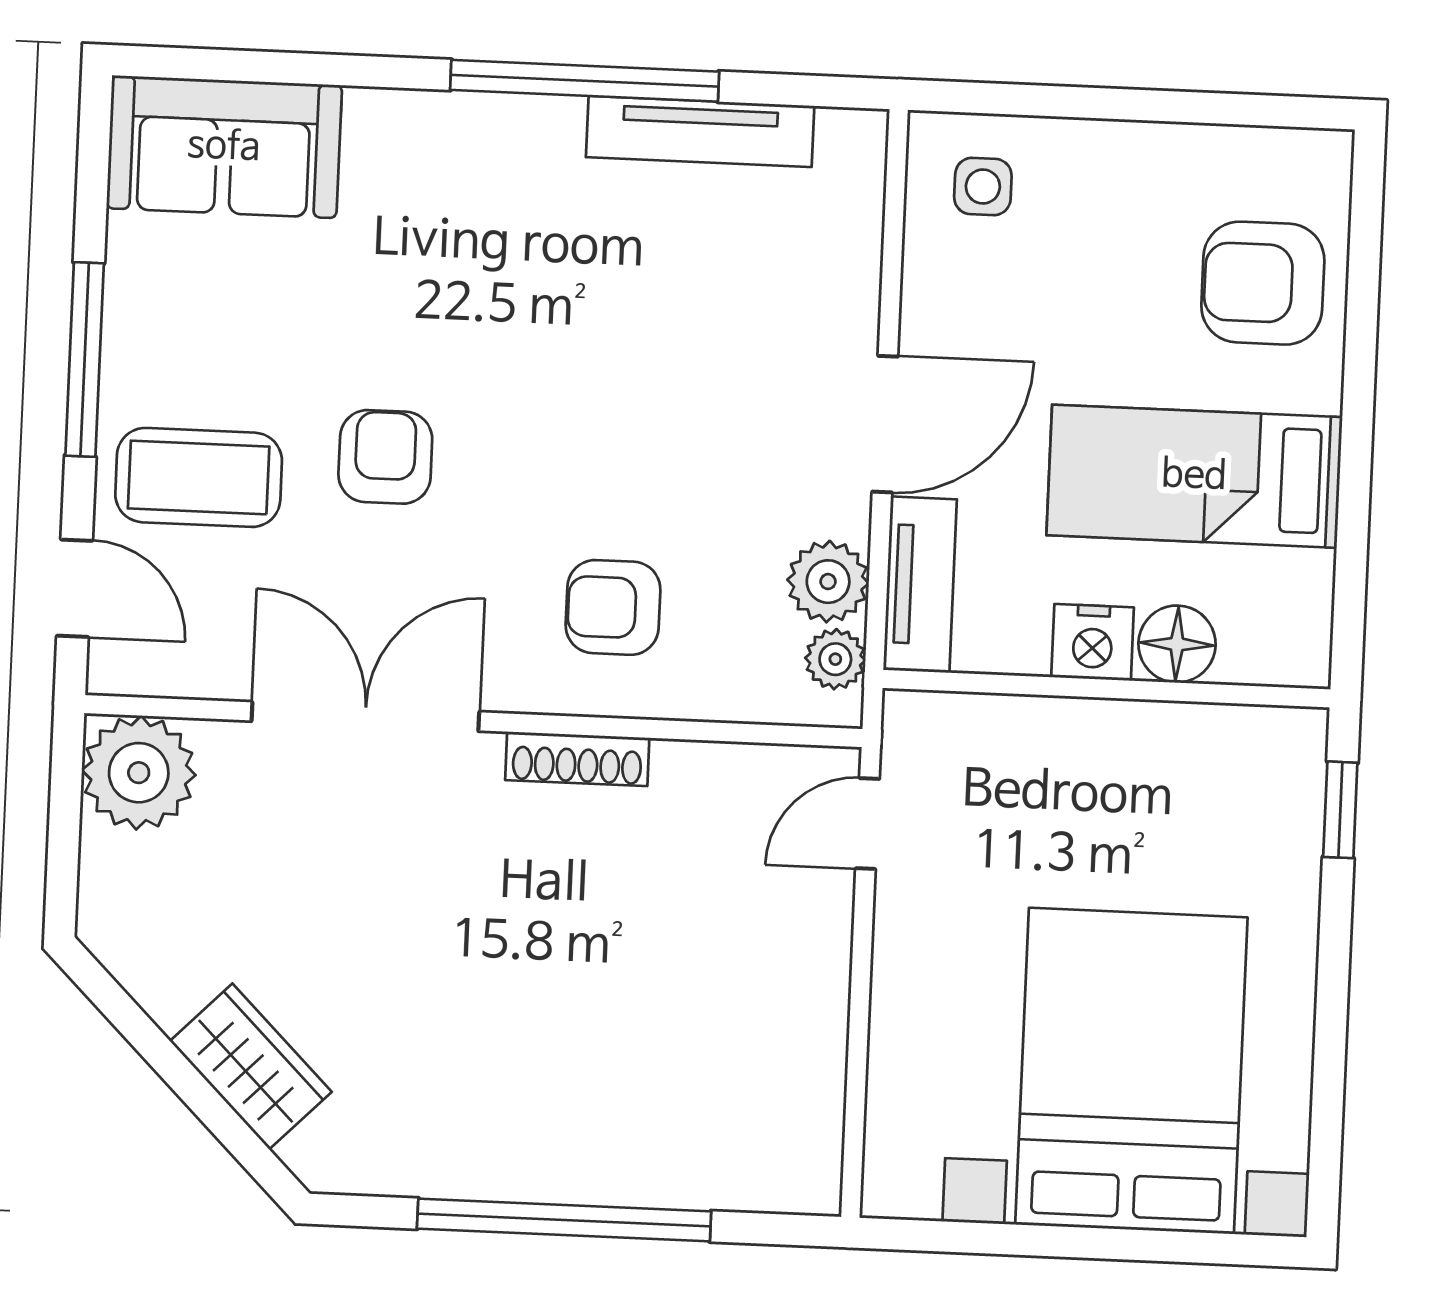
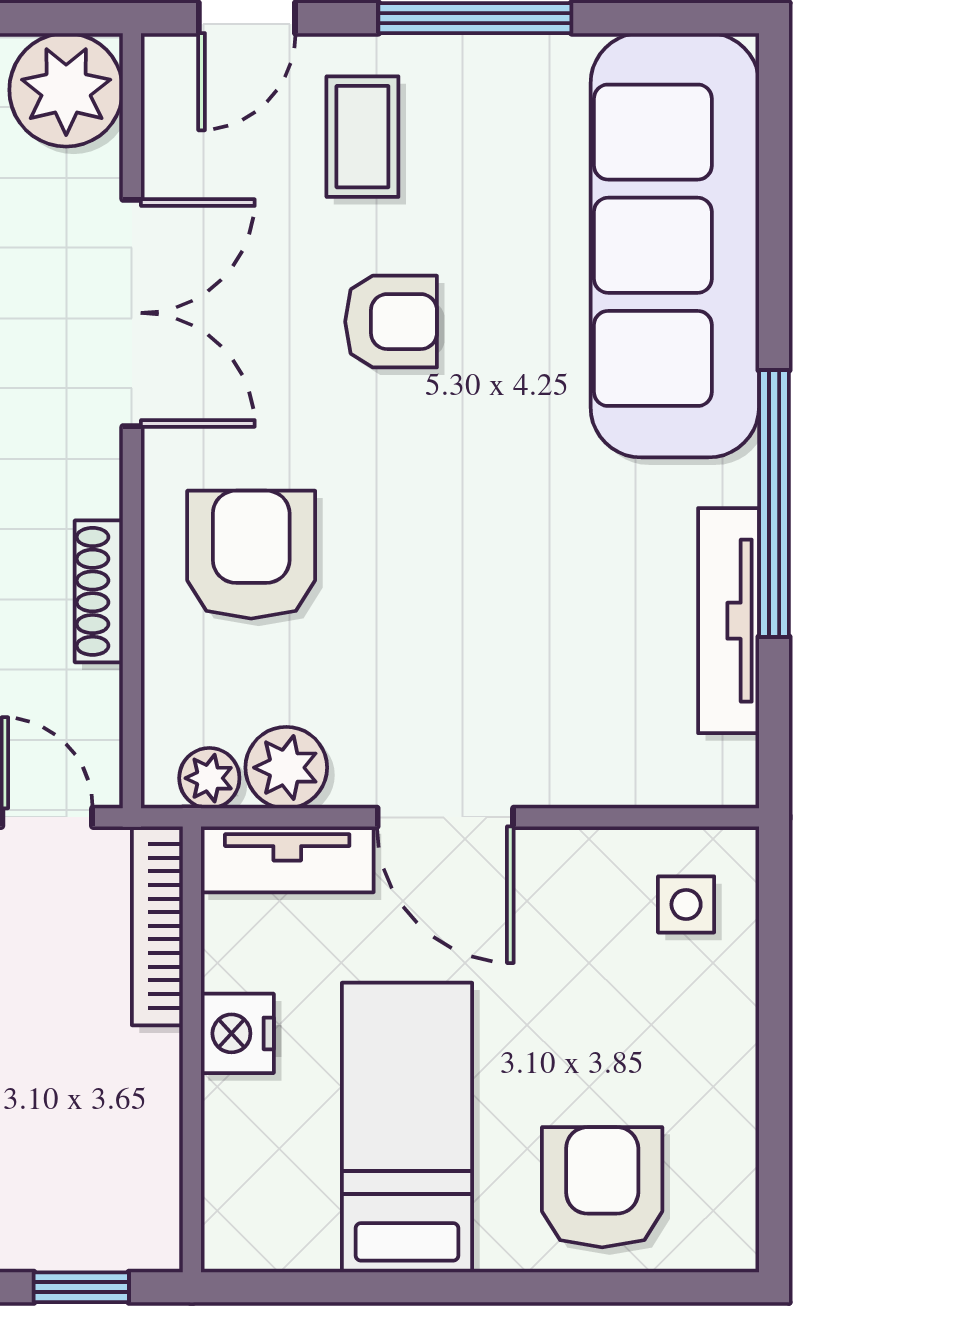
sofa: (224, 147) -> (675, 245), width x1.85, depth x1.27
coffee table: (199, 477) -> (362, 137), width x0.73, depth x0.77
armchair: (613, 607) -> (251, 555), width x1.38, depth x1.38
floor lamp: (1177, 644) -> (239, 1118), removed
bookcase: (981, 718) -> (157, 926), added
shoe rack: (577, 759) -> (99, 591), moved

